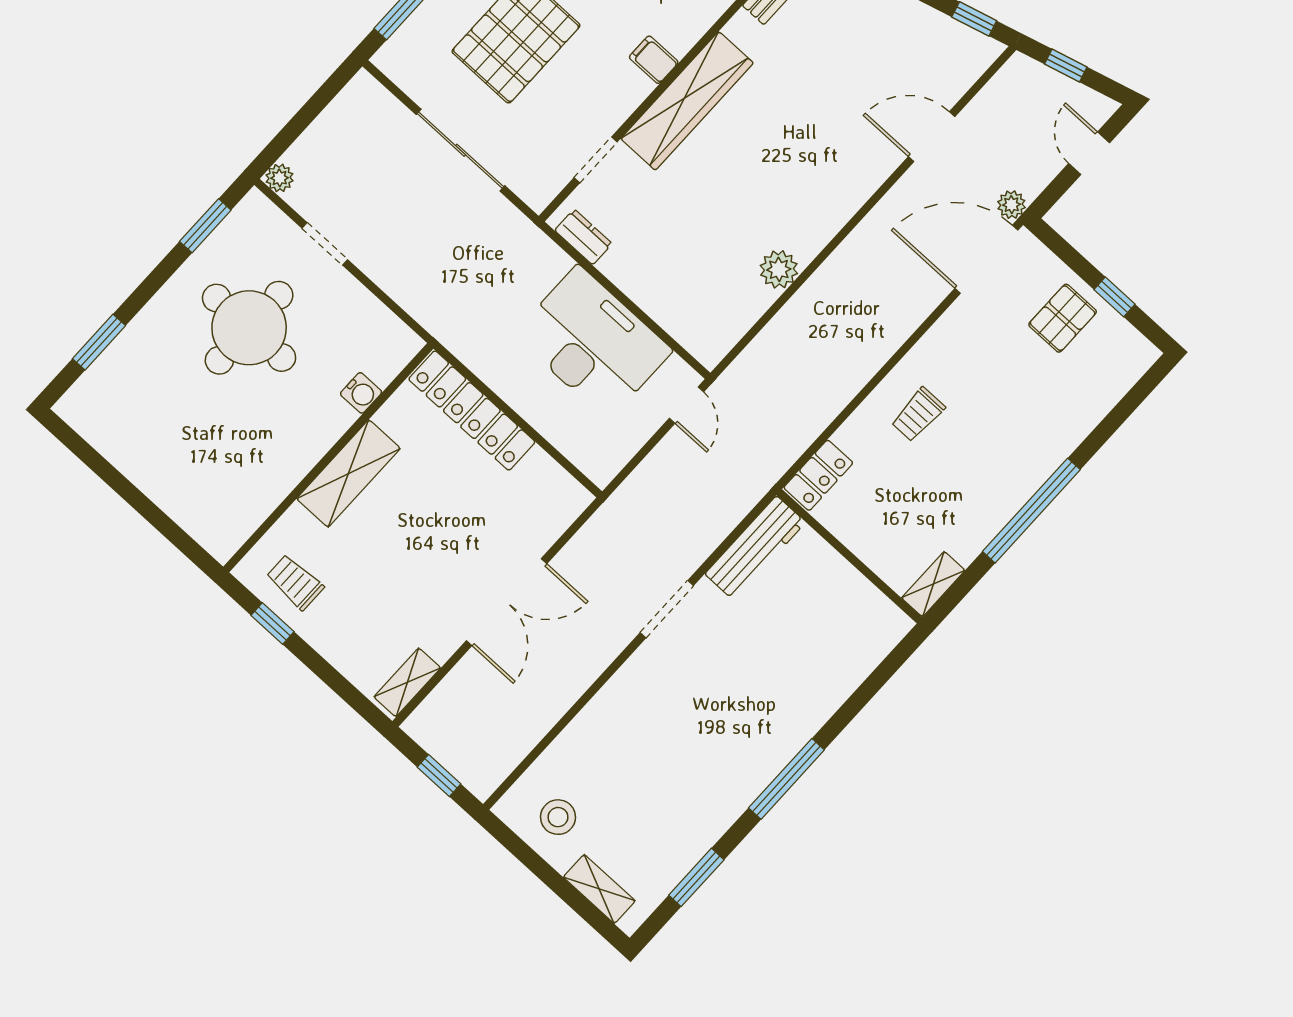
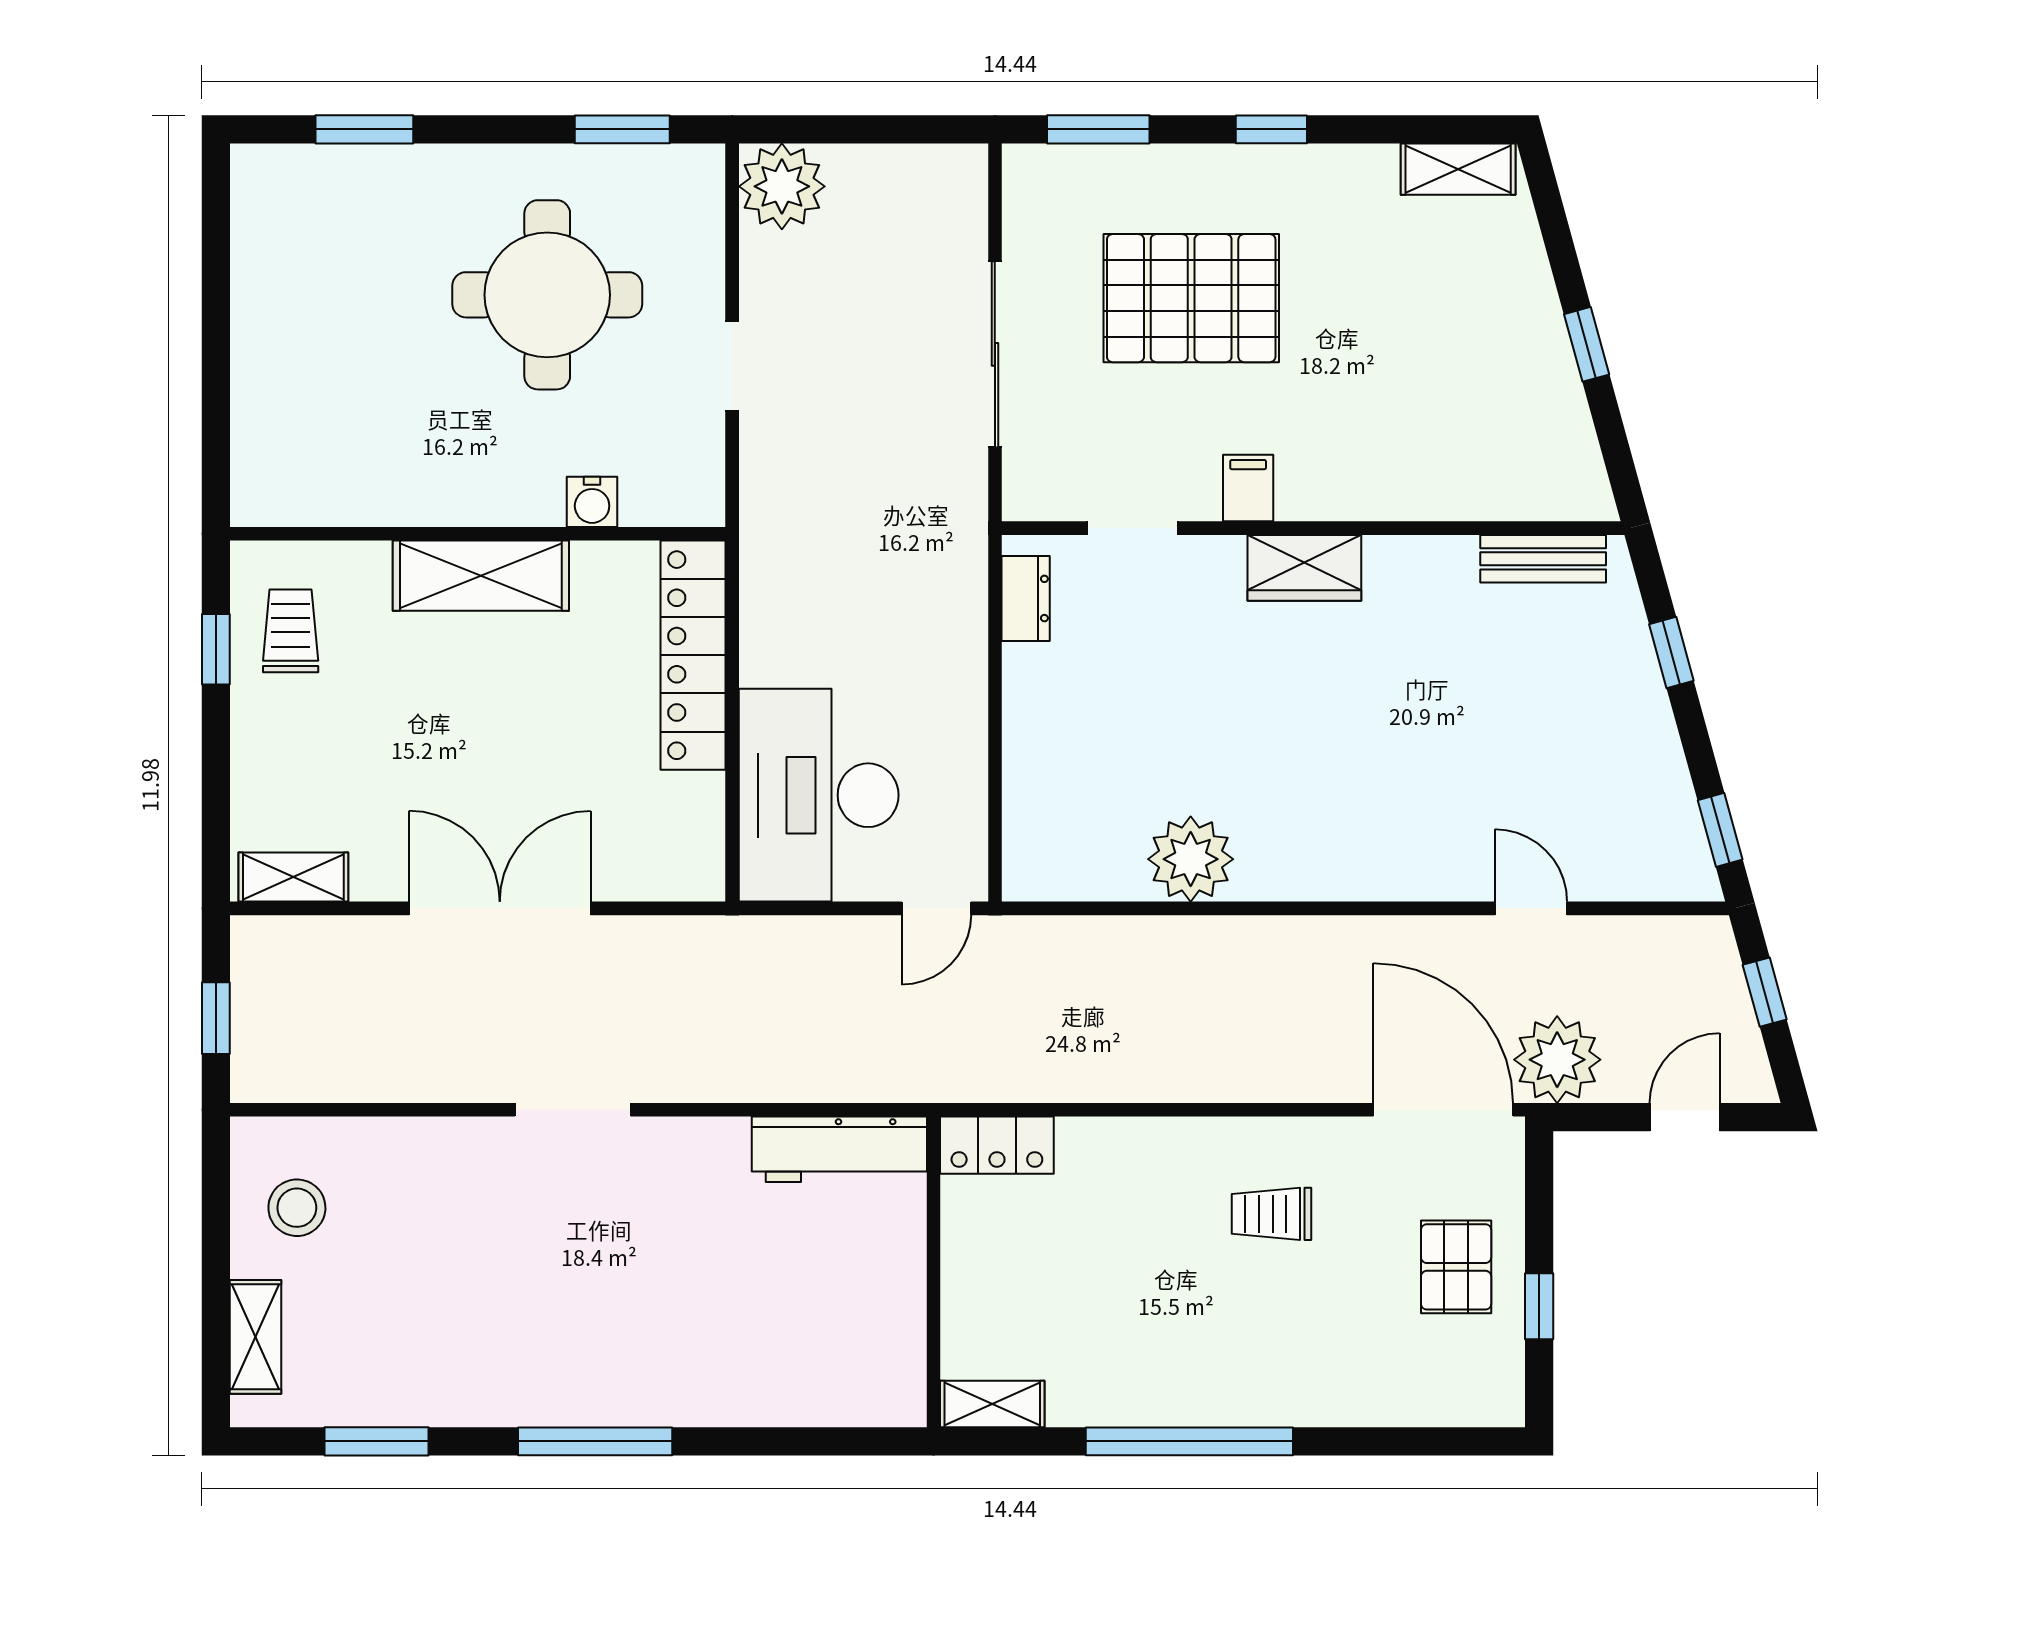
filing cabinet: (654, 60) -> (1248, 488), moved
wardrobe: (687, 101) -> (1304, 568), width x0.48, depth x0.85
door: (932, 137) -> (1531, 908), width x0.73
plant: (279, 178) -> (782, 186), width x1.87, depth x1.87
plant: (1011, 205) -> (1557, 1060), width x1.88, depth x1.88
doorway: (325, 244) -> (732, 366), moved
plant: (779, 269) -> (1191, 859), width x1.36, depth x1.36
pallet: (1063, 318) -> (1456, 1267), turned 90
desk: (593, 343) -> (819, 795), moved, turned 180
trolley: (918, 415) -> (1271, 1214), moved
double door: (507, 602) -> (500, 908), swing flipped
doorway: (667, 609) -> (573, 1110), moved

